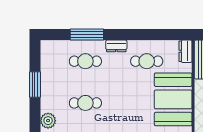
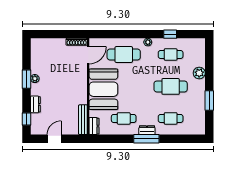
window: (87, 35) -> (146, 139), moved
cafe table: (85, 103) -> (171, 86), width x1.37, depth x1.35

